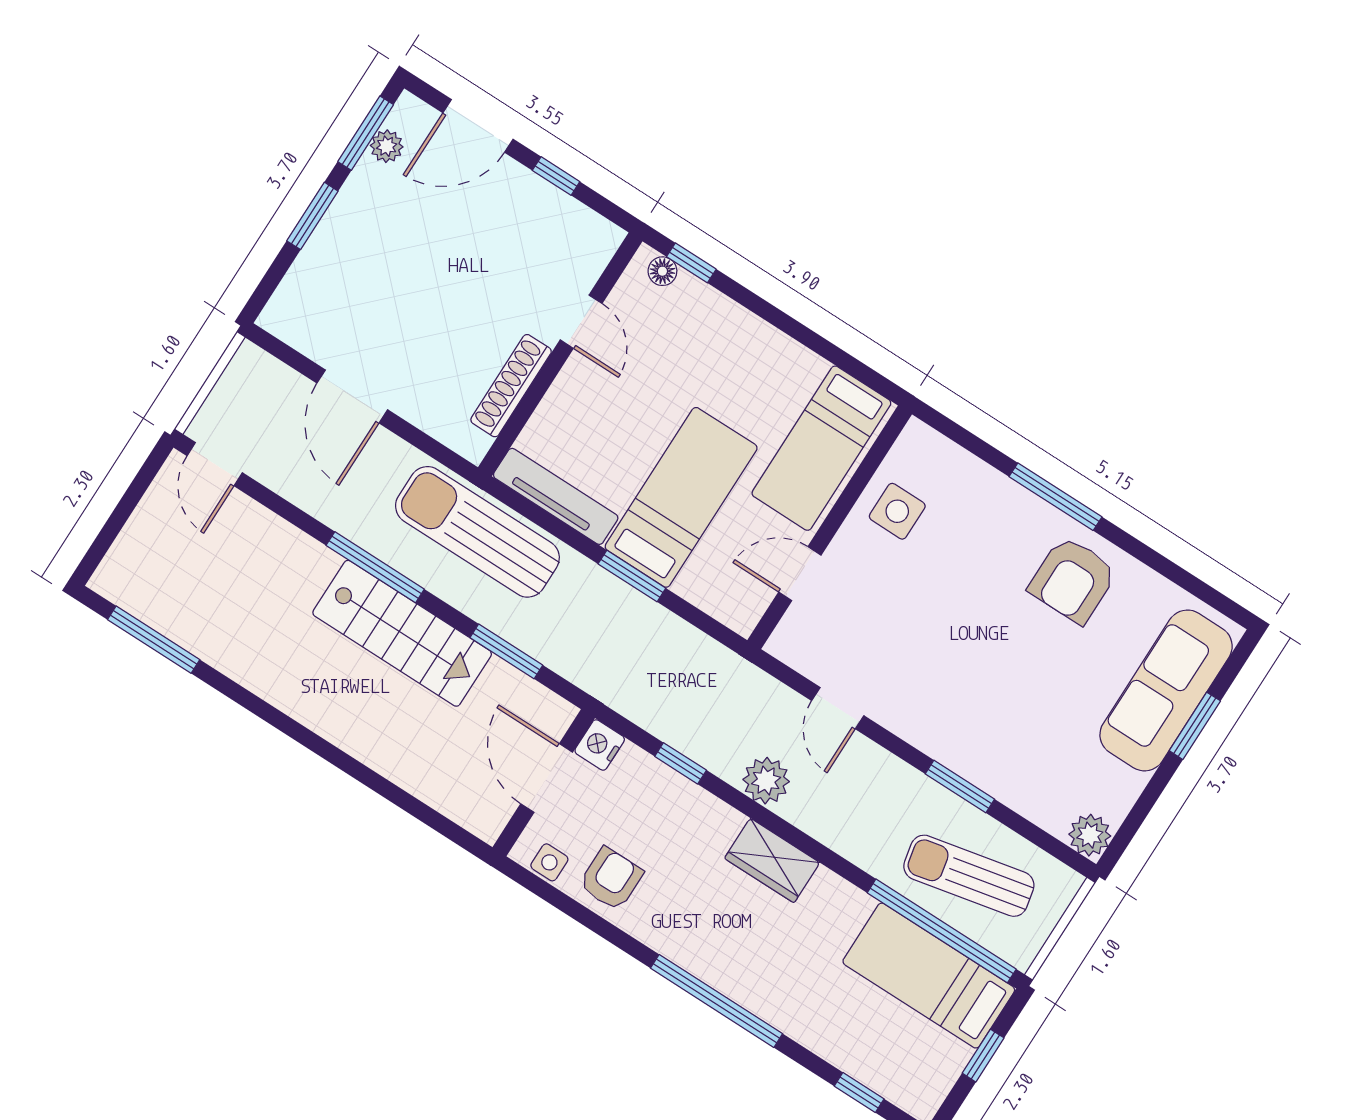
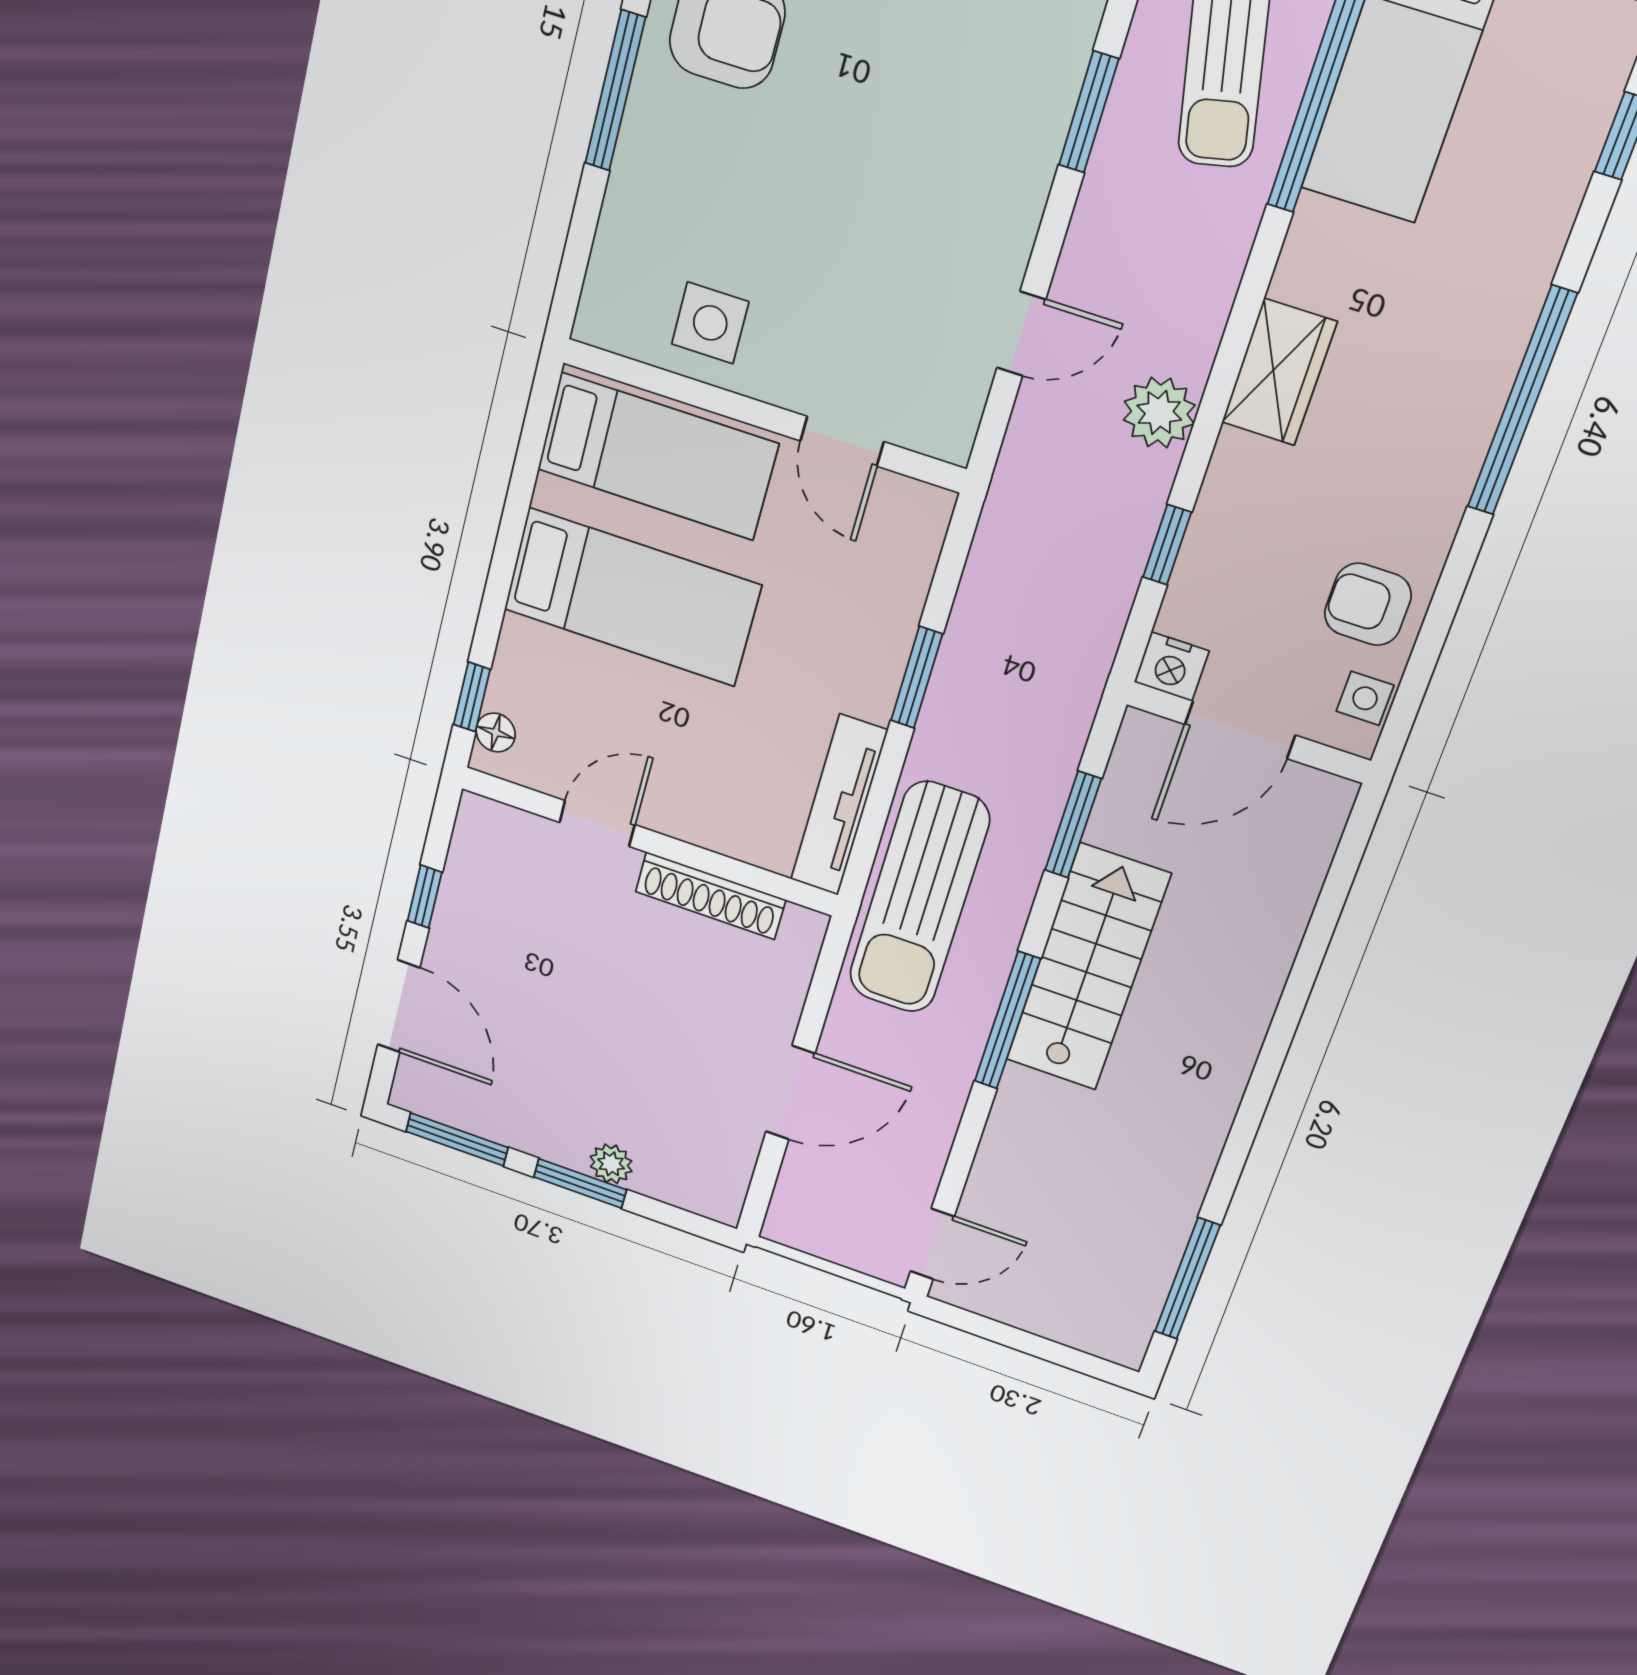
plant: (387, 146) -> (611, 1164), moved
bed: (681, 497) -> (632, 597), moved, turned 180

